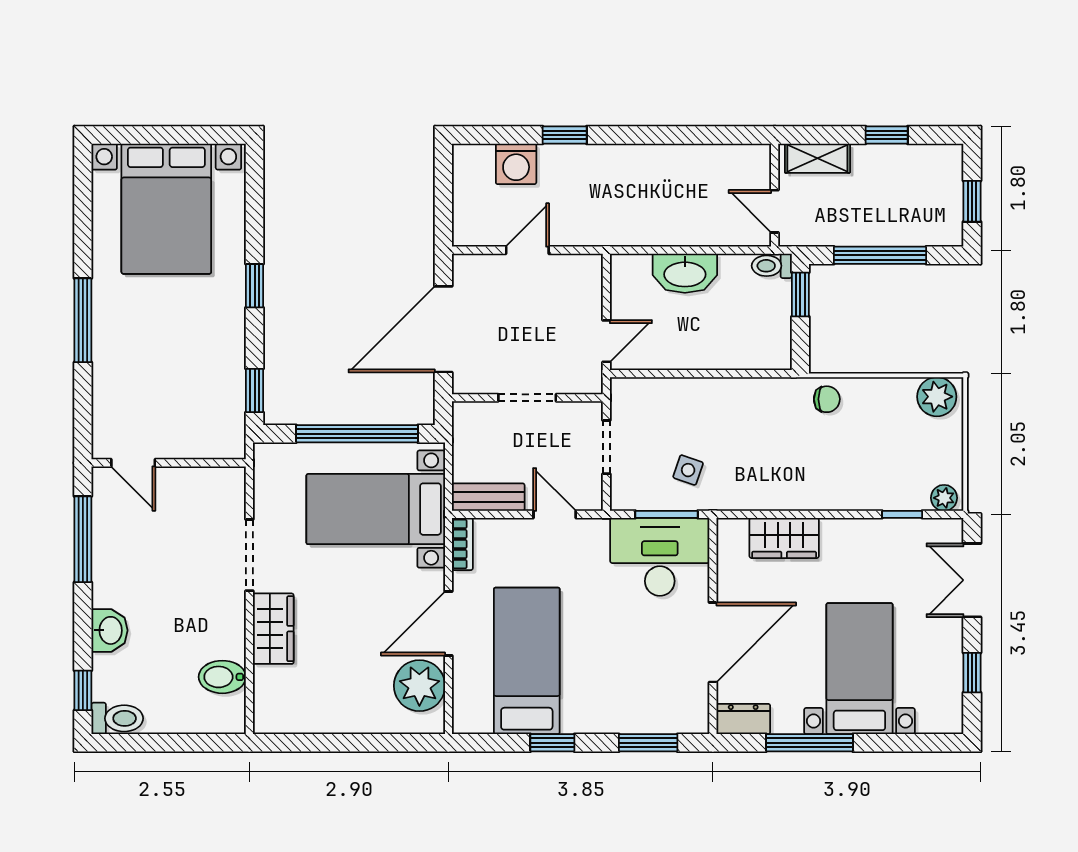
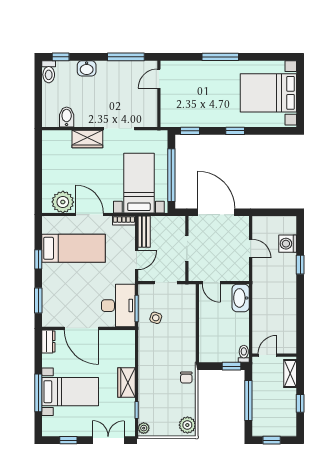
washbasin: (685, 273) -> (241, 298), moved
wardrobe: (784, 538) -> (126, 382), moved
window: (810, 743) -> (38, 393), moved

